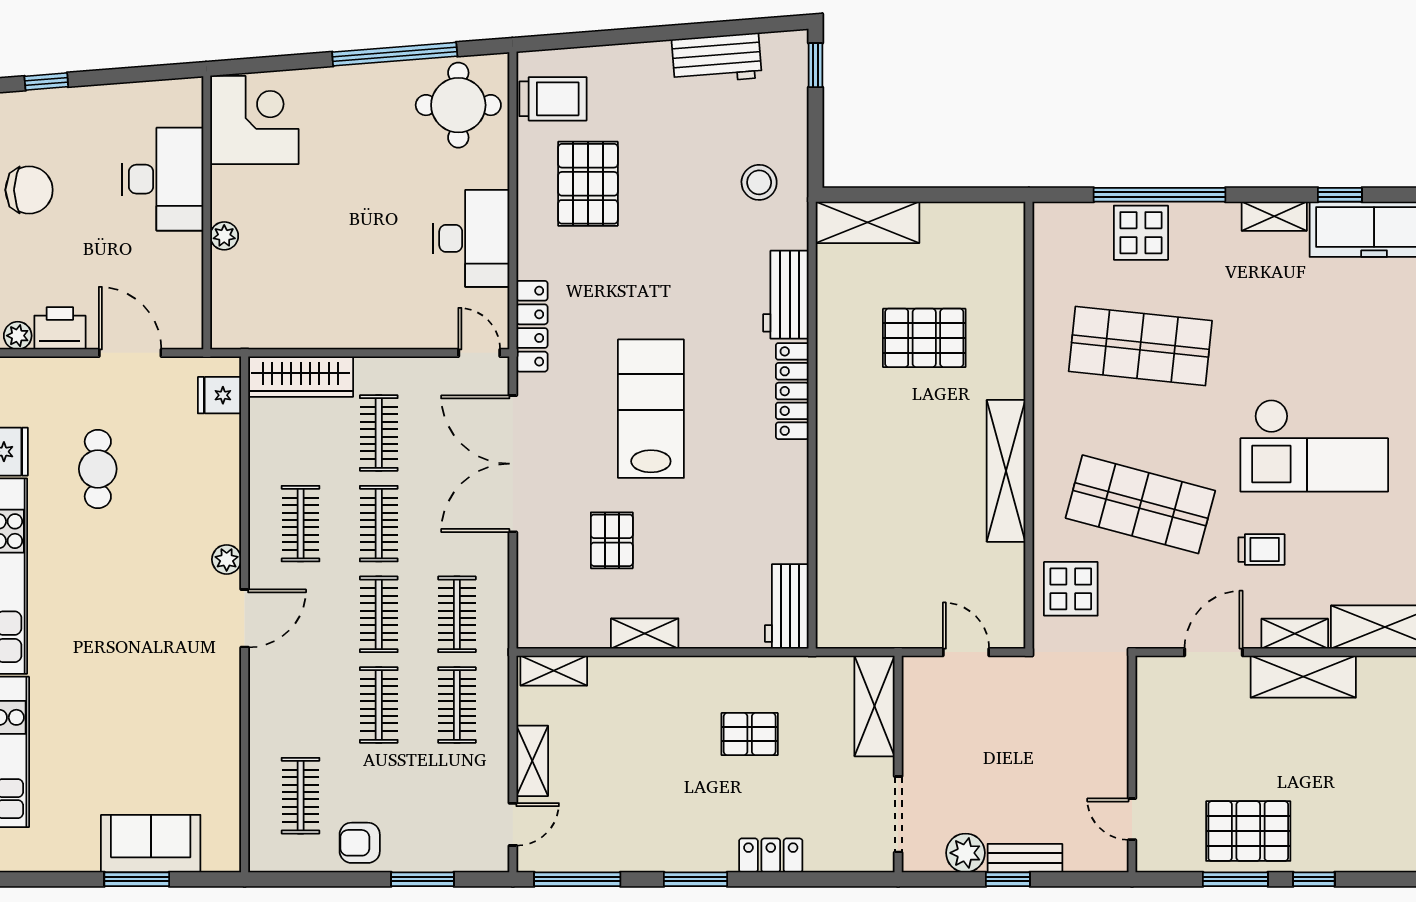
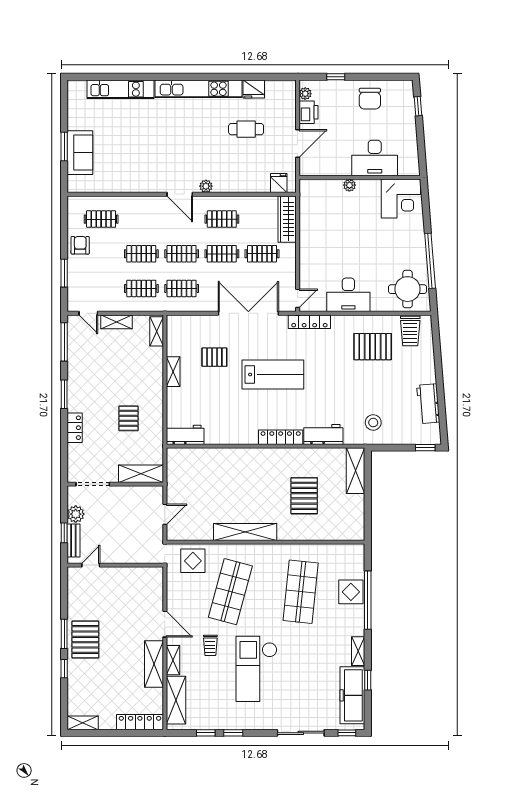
wall: (1132, 764) -> (115, 565), moved
door: (1132, 819) -> (91, 565), moved

